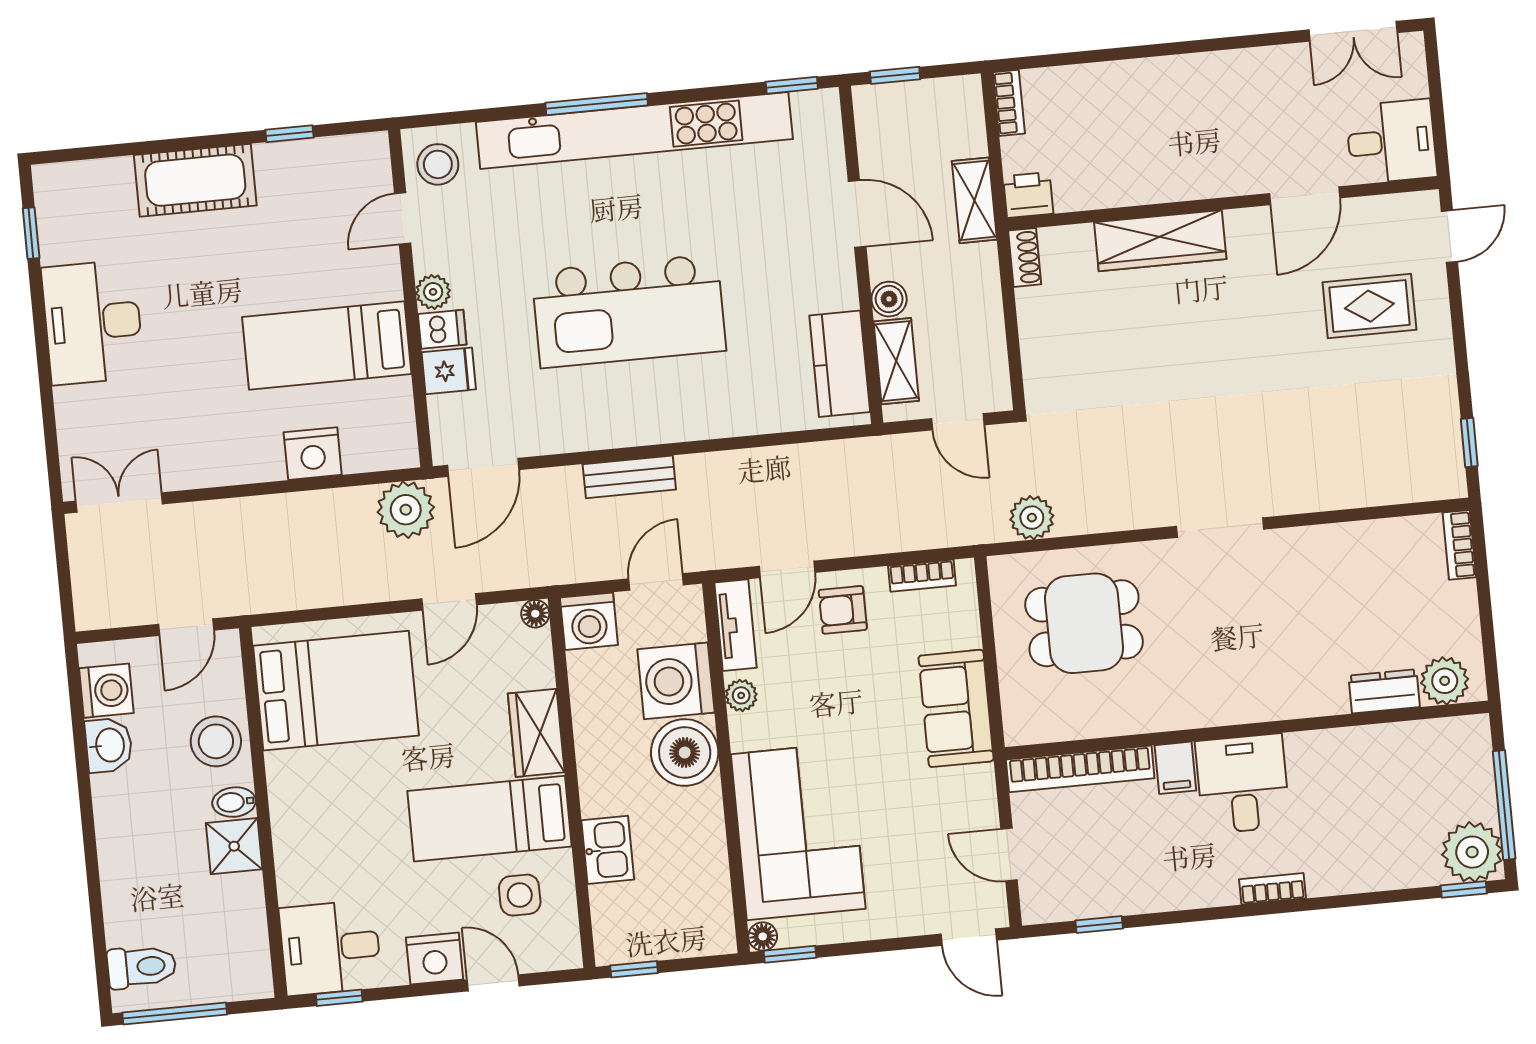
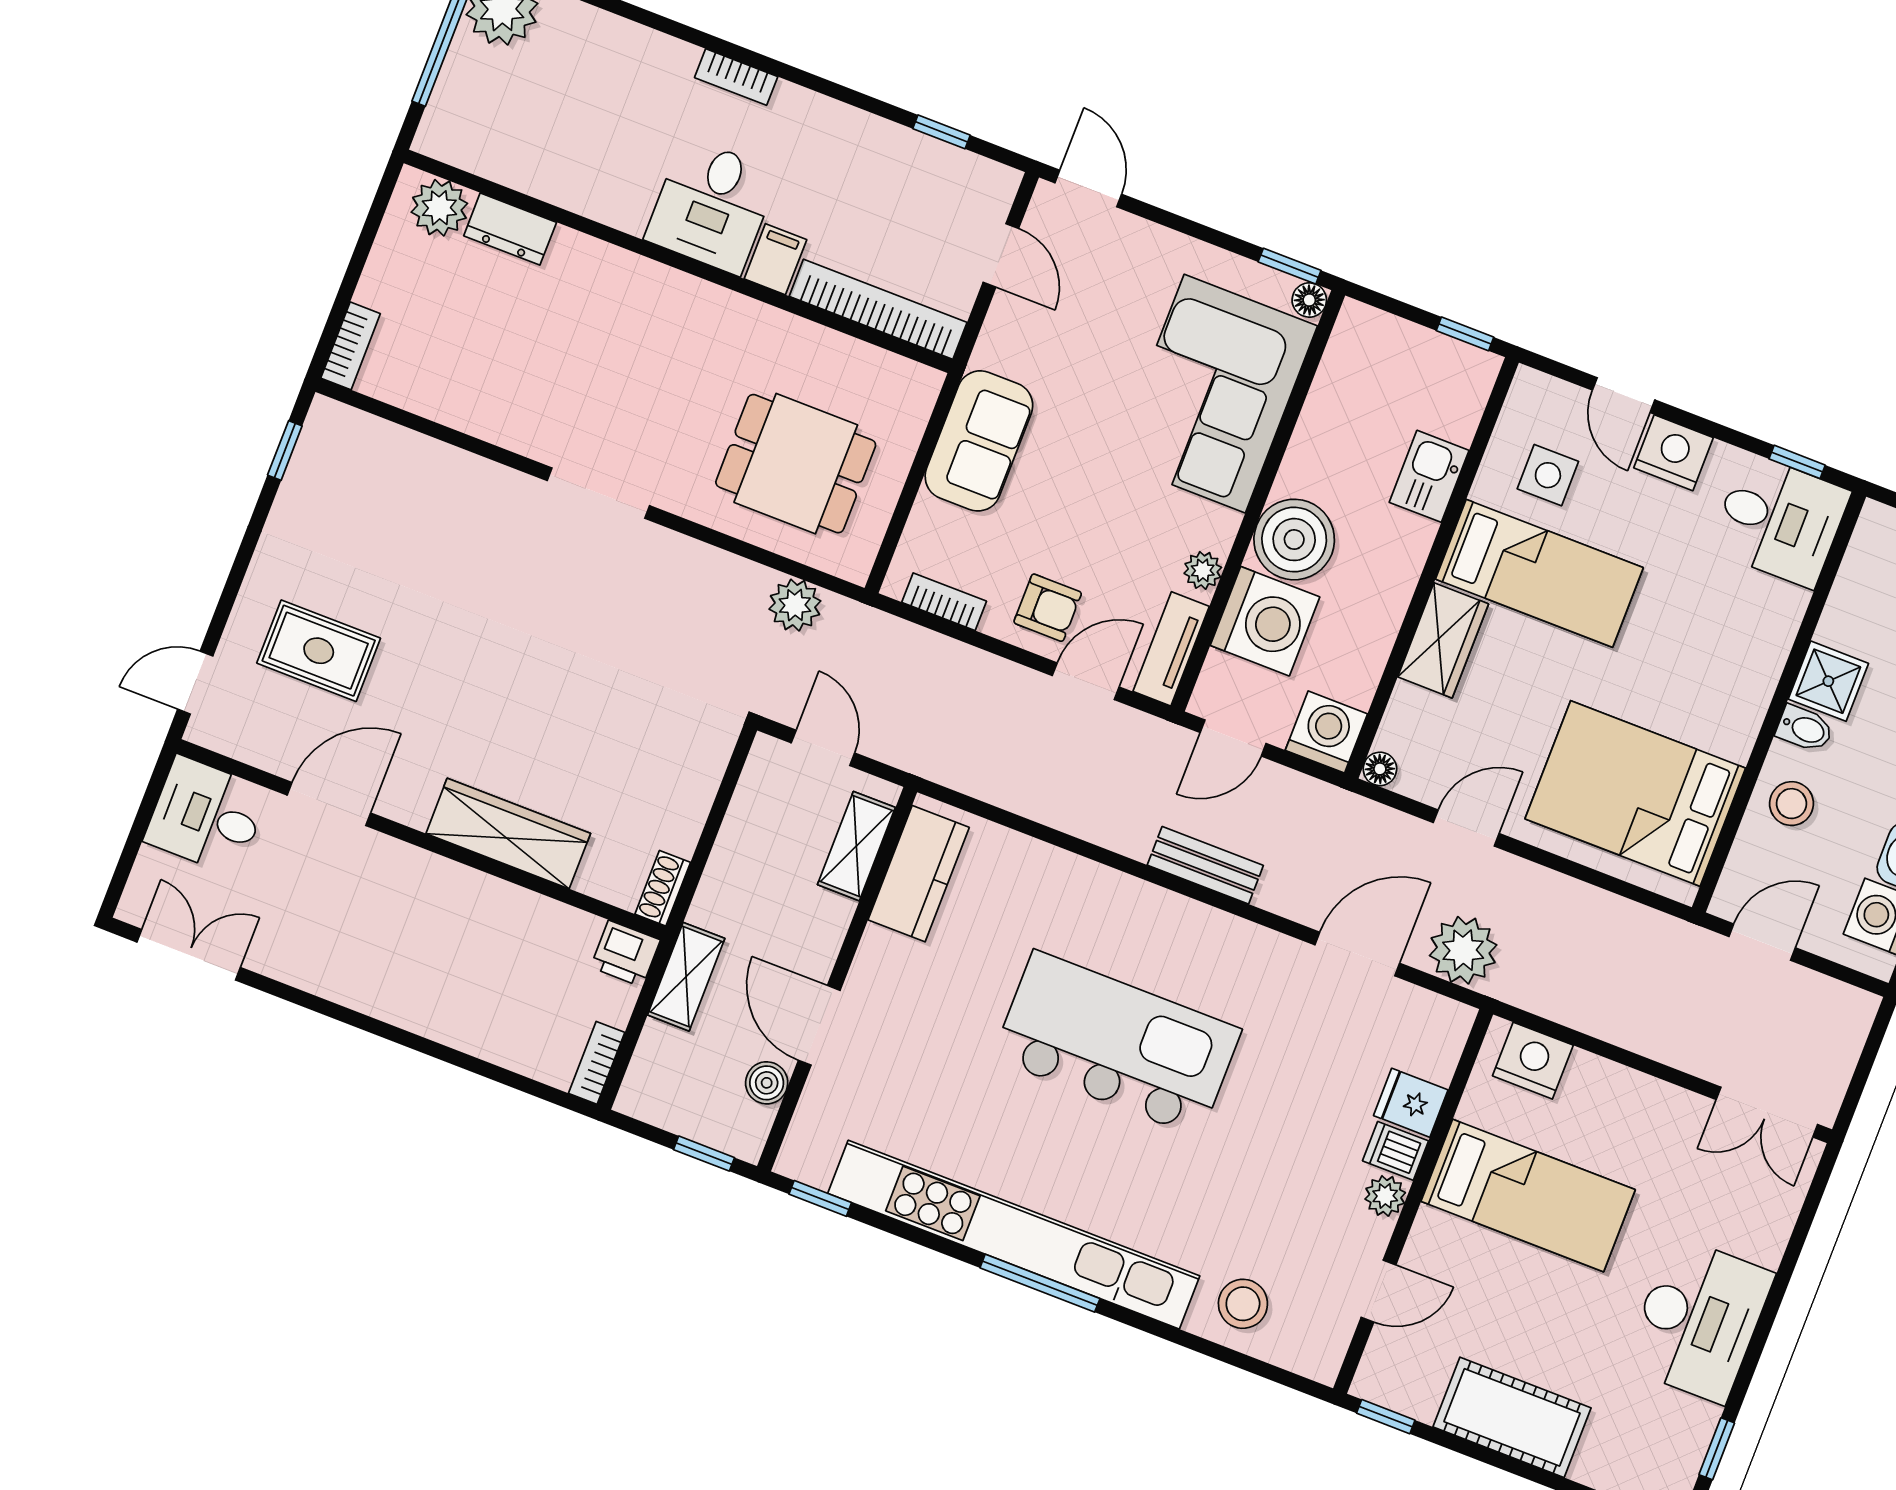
door: (403, 219) -> (1378, 1291), moved
plant: (433, 292) -> (1385, 1196), moved
wall: (410, 298) -> (1413, 1201), moved
boiler: (889, 299) -> (767, 1083), moved
dishwasher: (442, 329) -> (1395, 1151), moved
bed: (327, 345) -> (1528, 1196), moved
fridge: (449, 371) -> (1411, 1103), moved
stool: (216, 741) -> (1792, 804), width x0.73, depth x0.73

